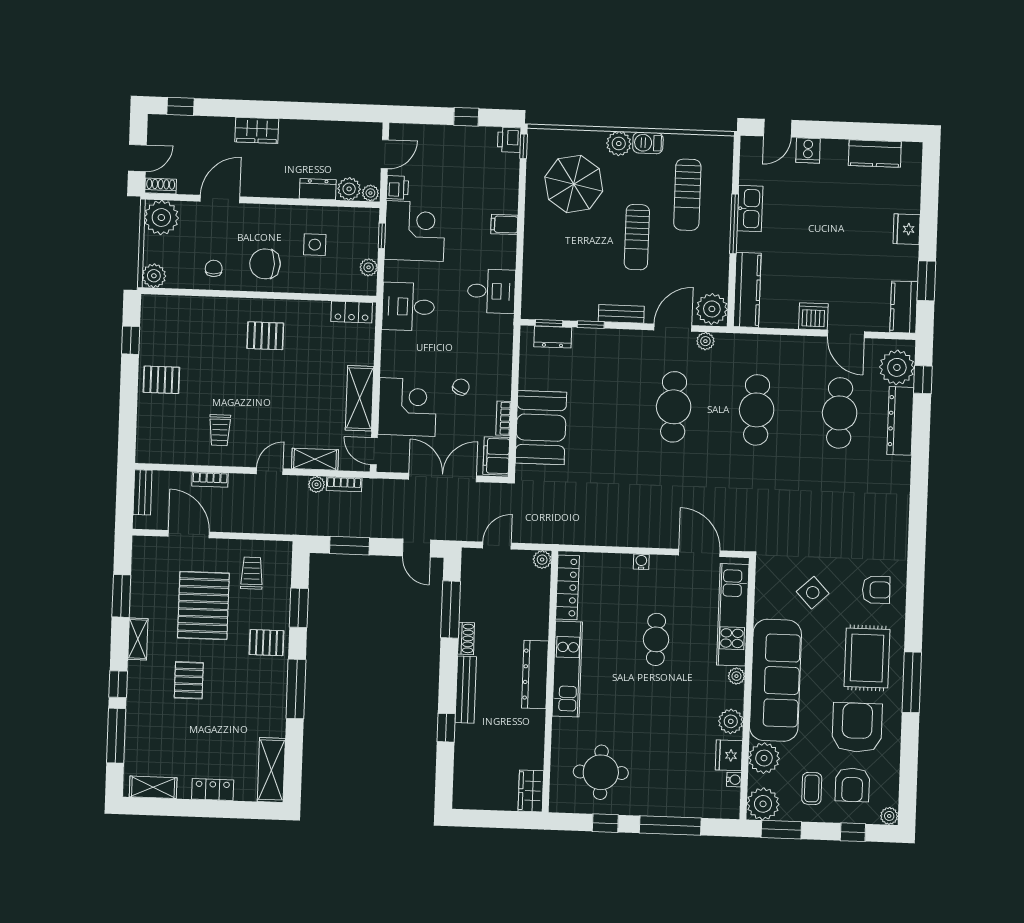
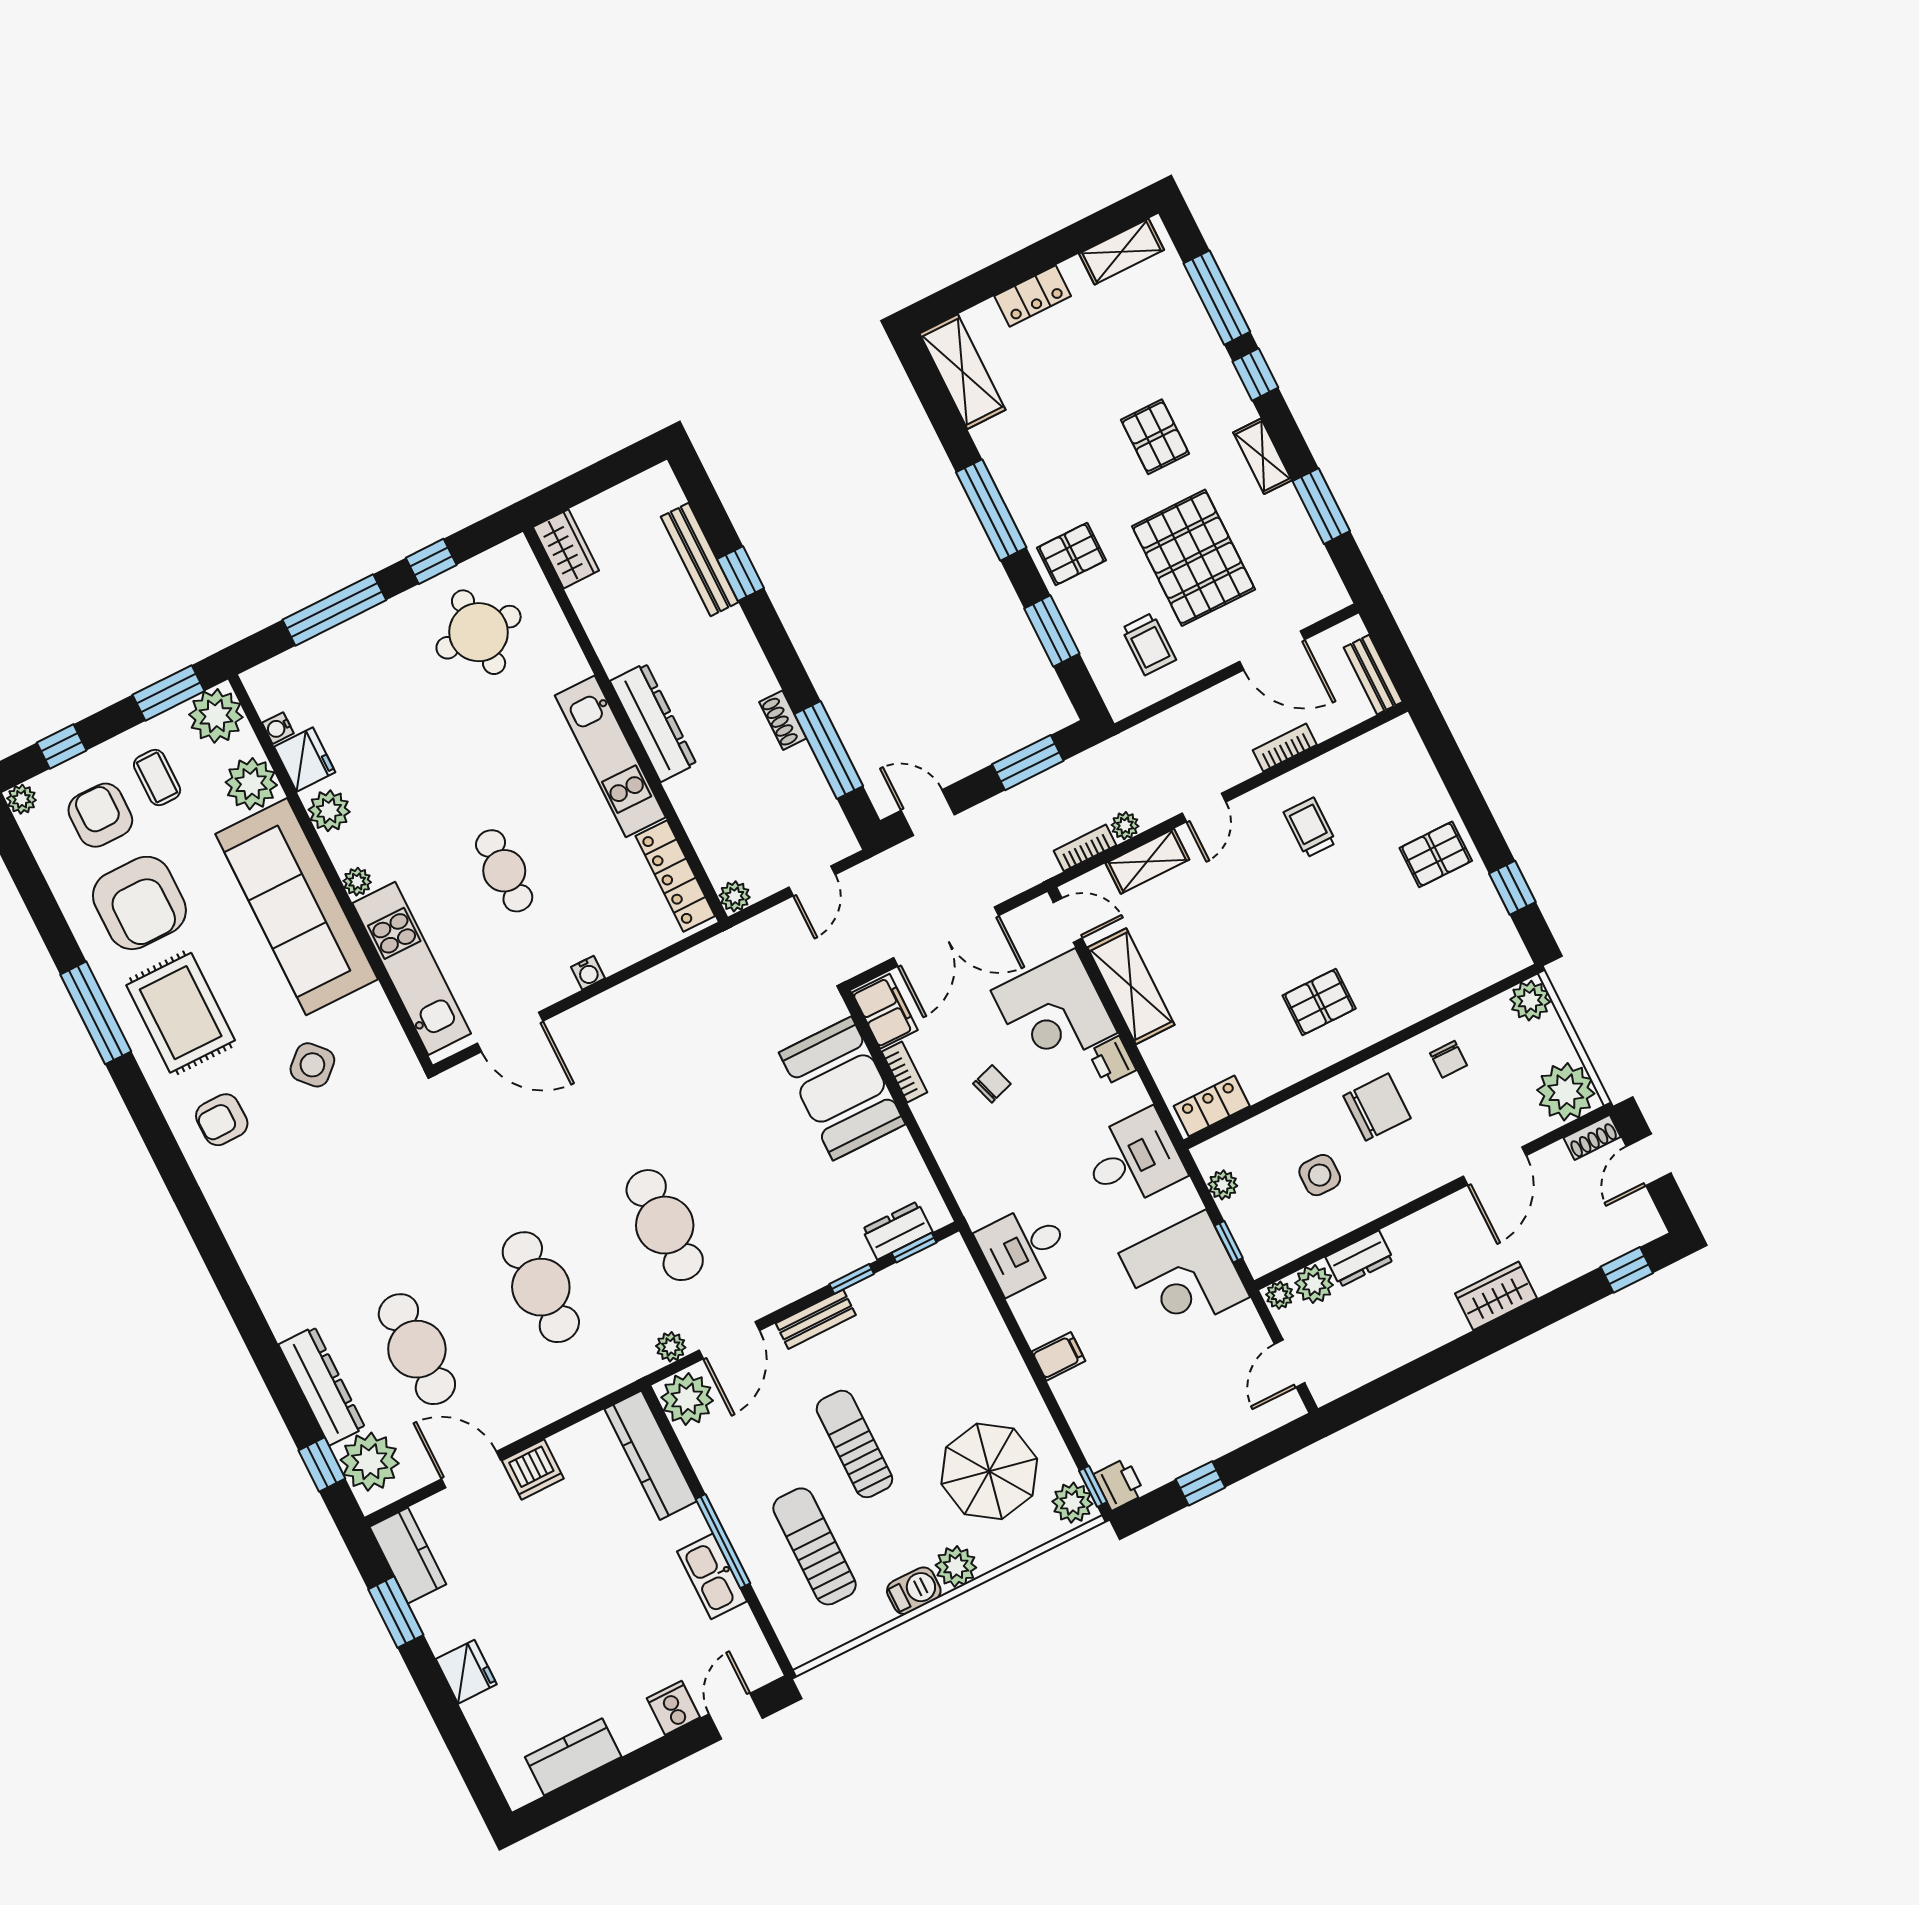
plant: (539, 144) -> (1072, 1503), added
printer: (397, 187) -> (1112, 1061), moved
chair: (461, 387) -> (992, 1084), turned -134
bench: (466, 690) -> (700, 560), moved

